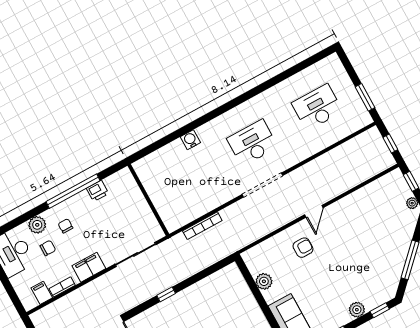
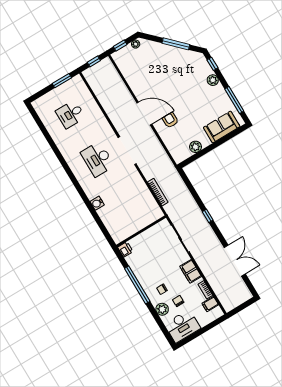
desk: (317, 107) -> (70, 114), width x0.73
printer: (98, 191) -> (125, 249), moved
door: (314, 211) -> (144, 114), width x1.87

